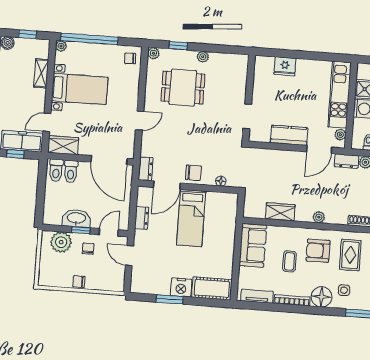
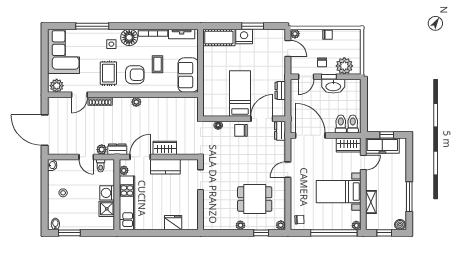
wardrobe: (280, 212) -> (165, 148), moved, turned 180
door: (129, 256) -> (288, 48), moved
plant: (119, 286) -> (295, 34), added

